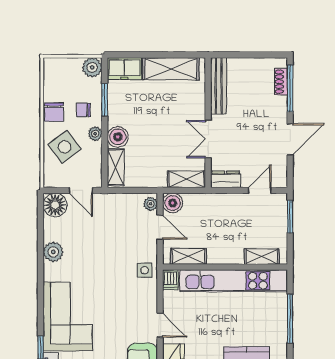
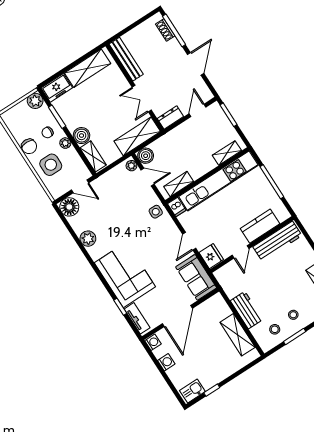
side table: (65, 147) -> (51, 165), turned 37
shelving: (186, 179) -> (137, 136), width x1.50, depth x1.33
door: (160, 325) -> (189, 241), swing flipped

